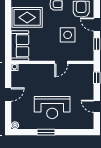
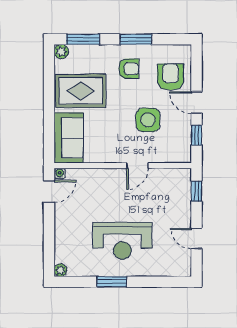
door: (8, 94) -> (49, 191), moved

